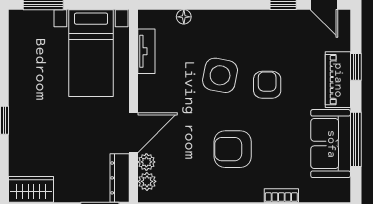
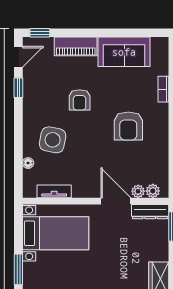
window: (356, 67) -> (40, 33), moved
side table: (220, 75) -> (53, 140), moved
armchair: (267, 85) -> (80, 100), turned -90
window: (356, 139) -> (121, 33), removed

